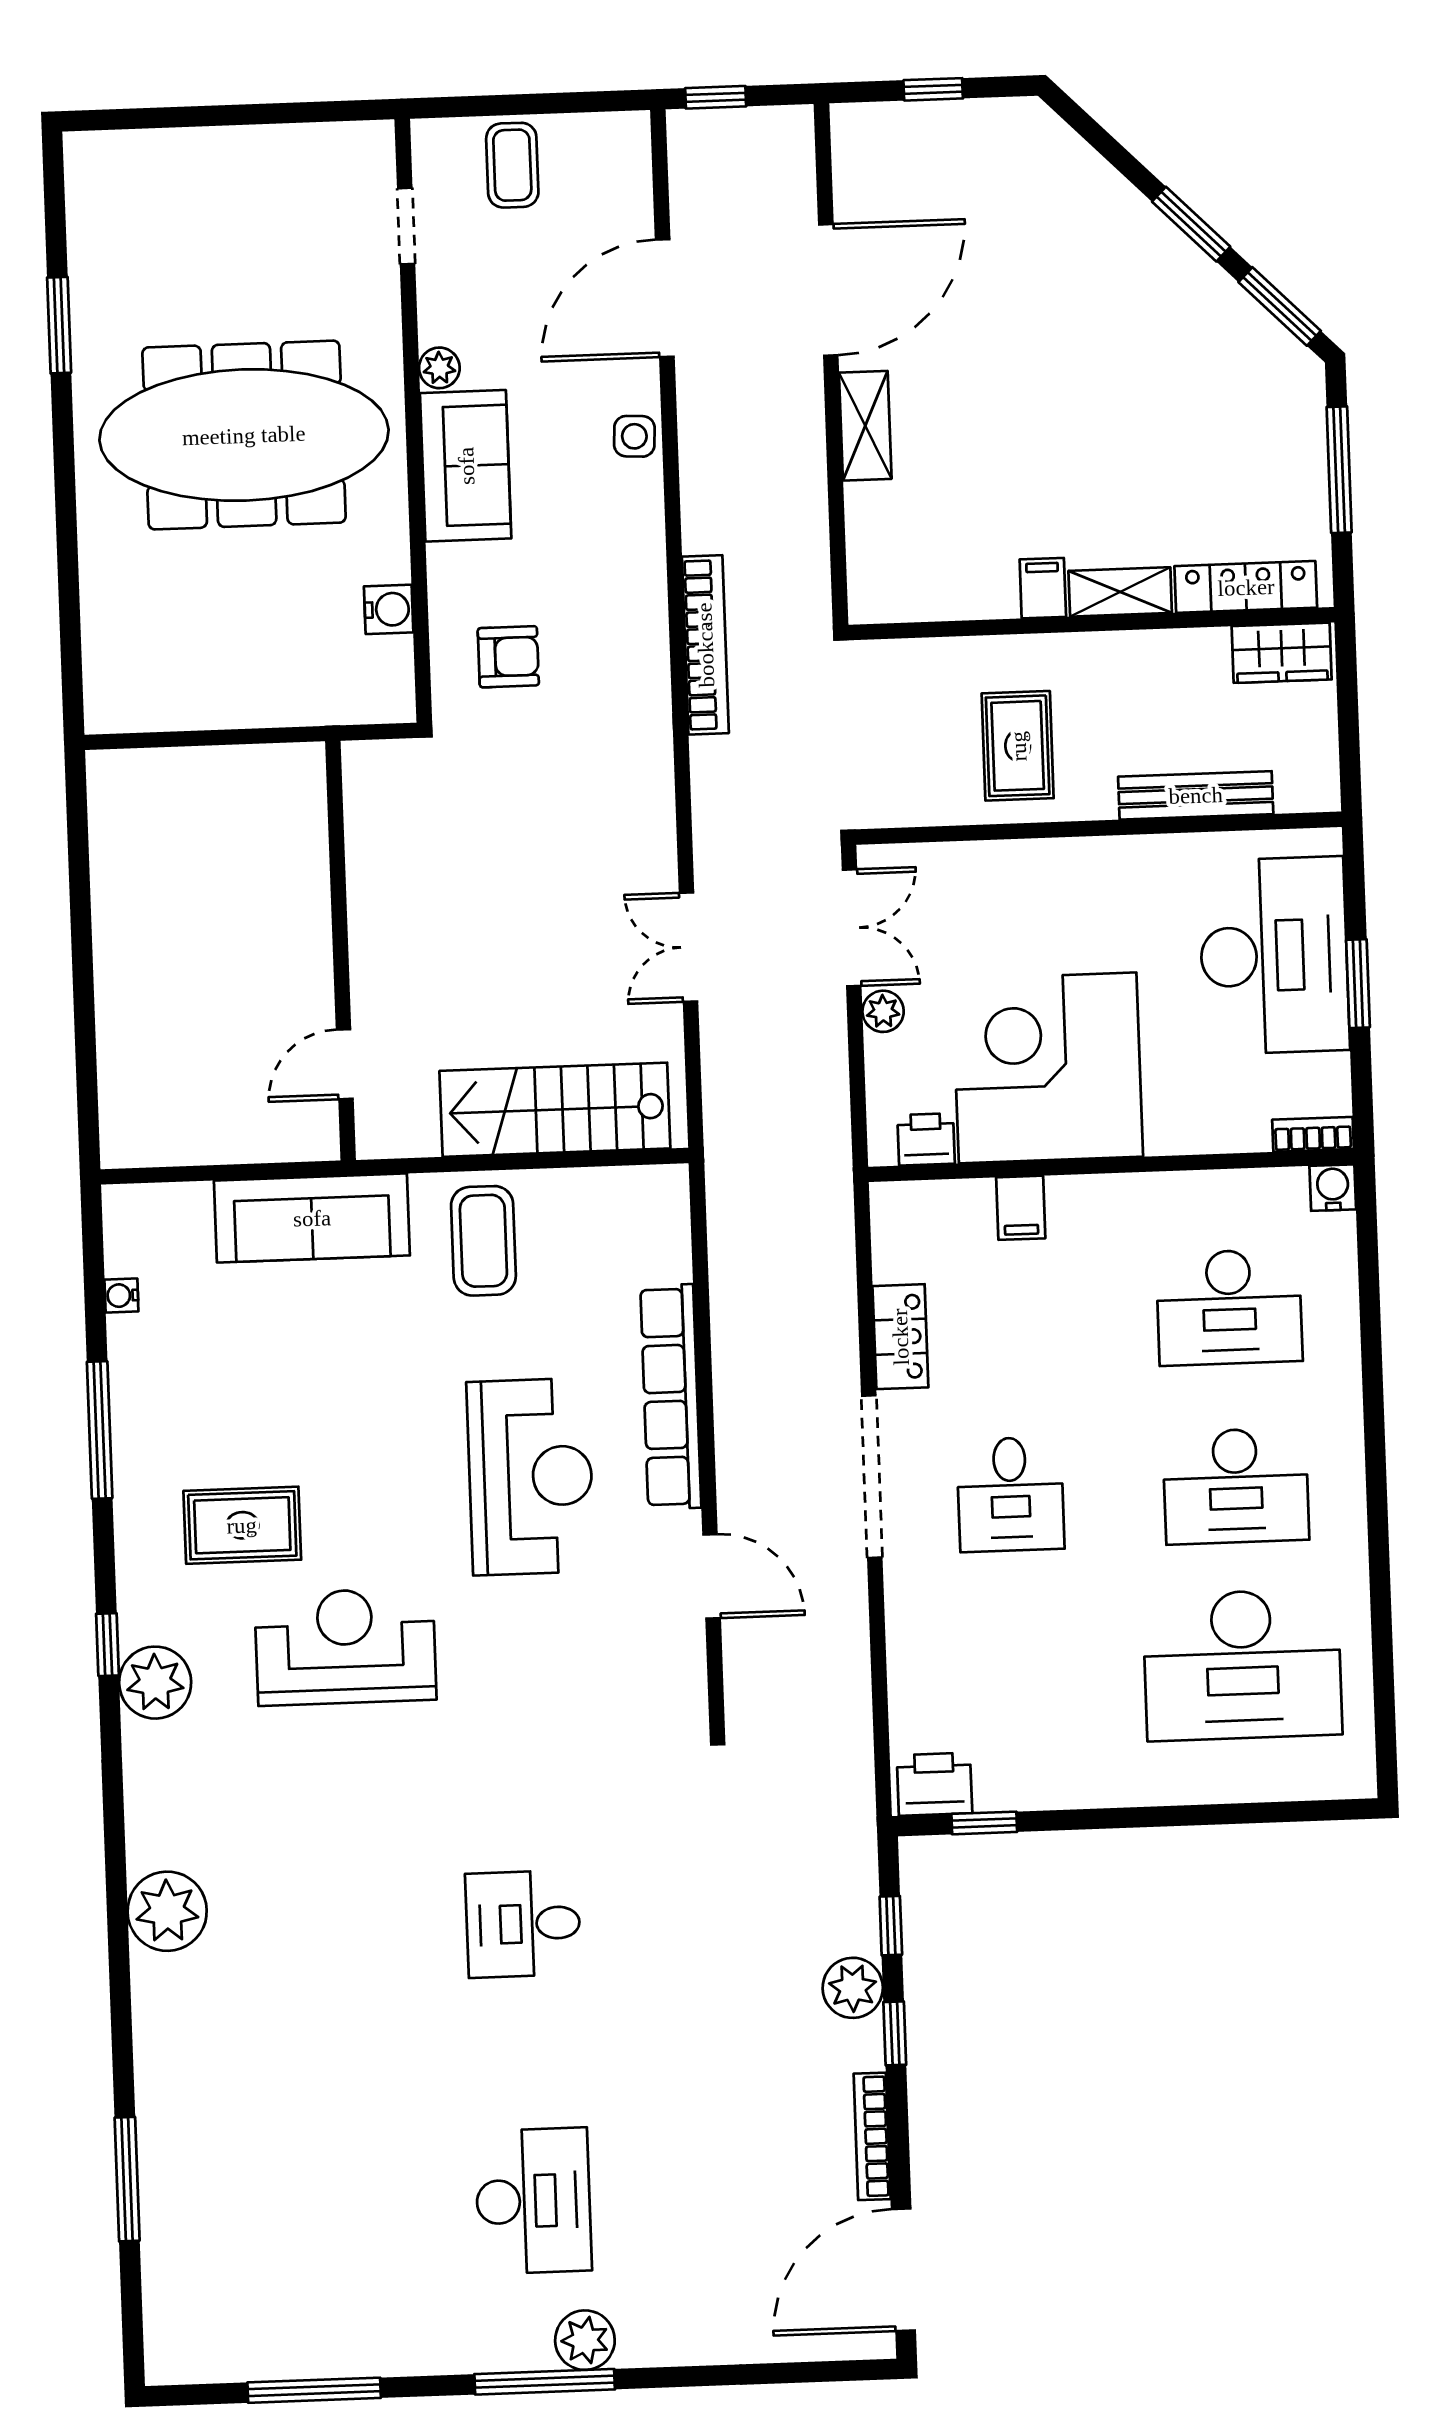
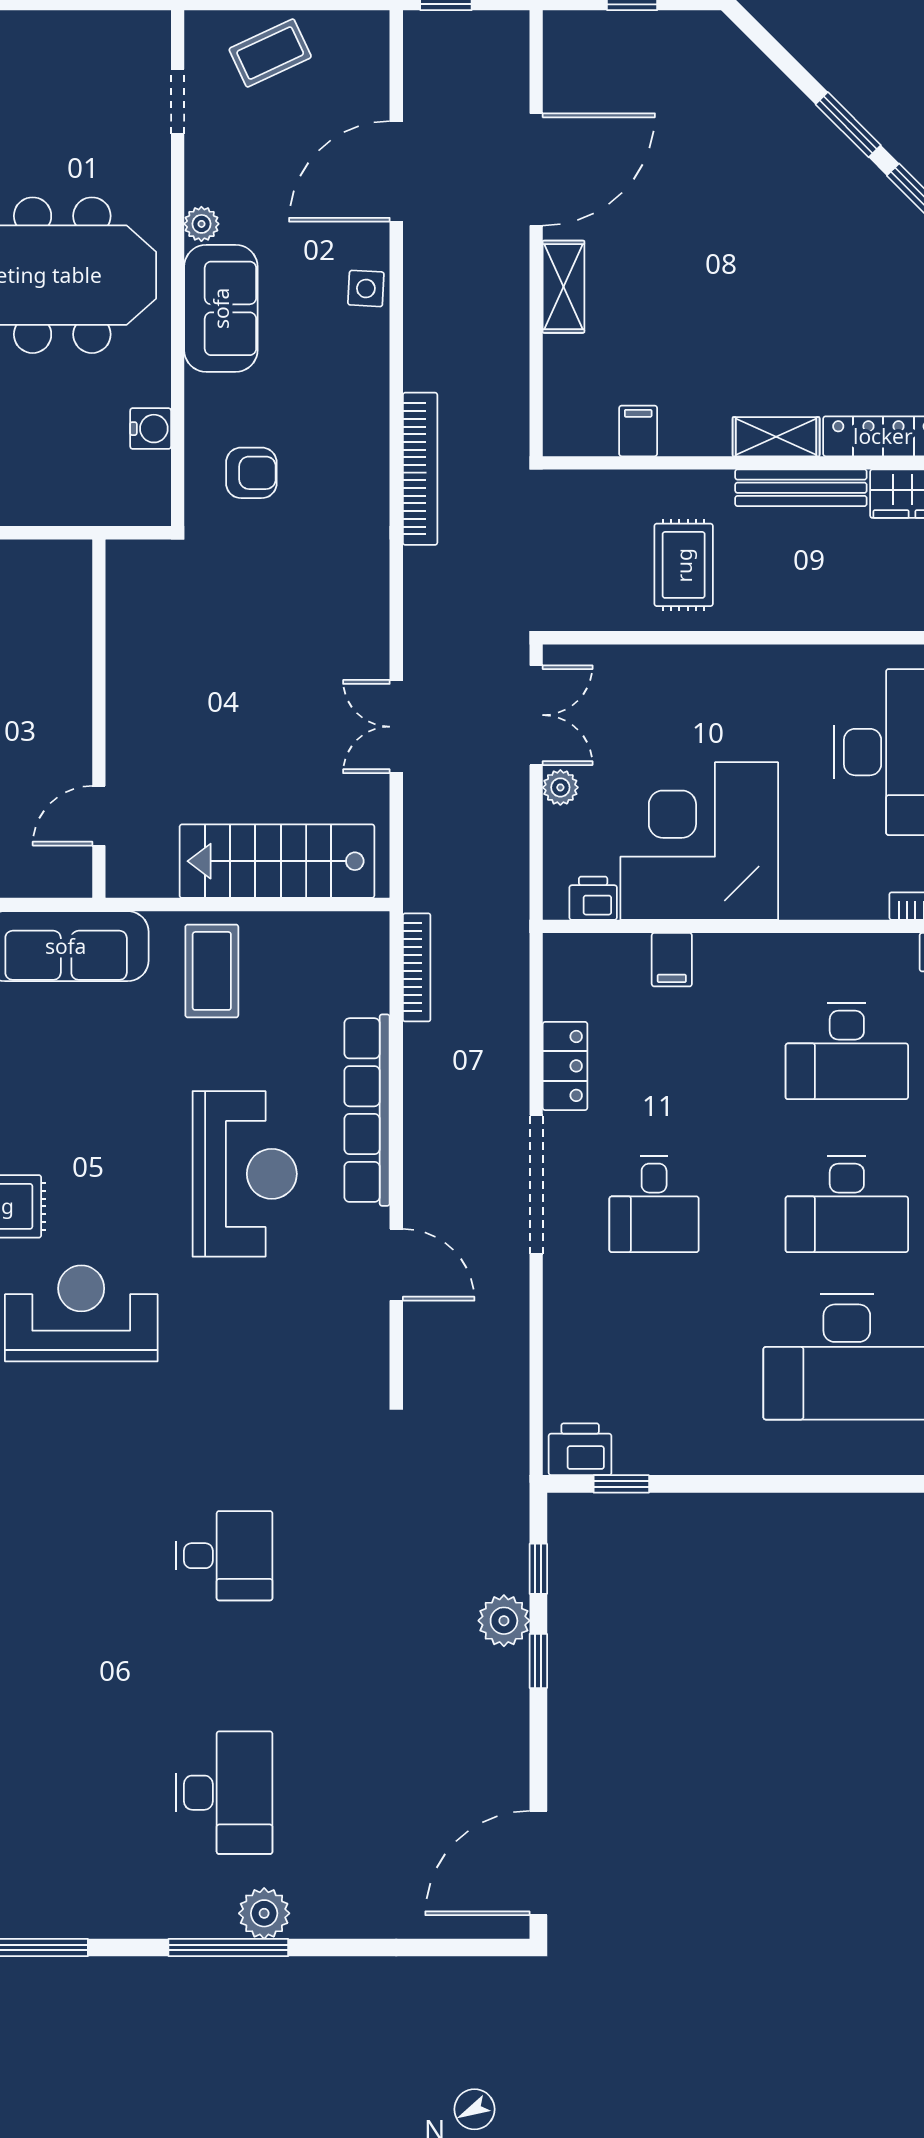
coffee table: (512, 165) -> (270, 53), turned 65
filing cabinet: (1043, 588) -> (638, 431), moved
bench: (1196, 795) -> (801, 488), moved
desk: (523, 1924) -> (224, 1556), turned 180
bookcase: (872, 2136) -> (417, 967), moved, turned 180

